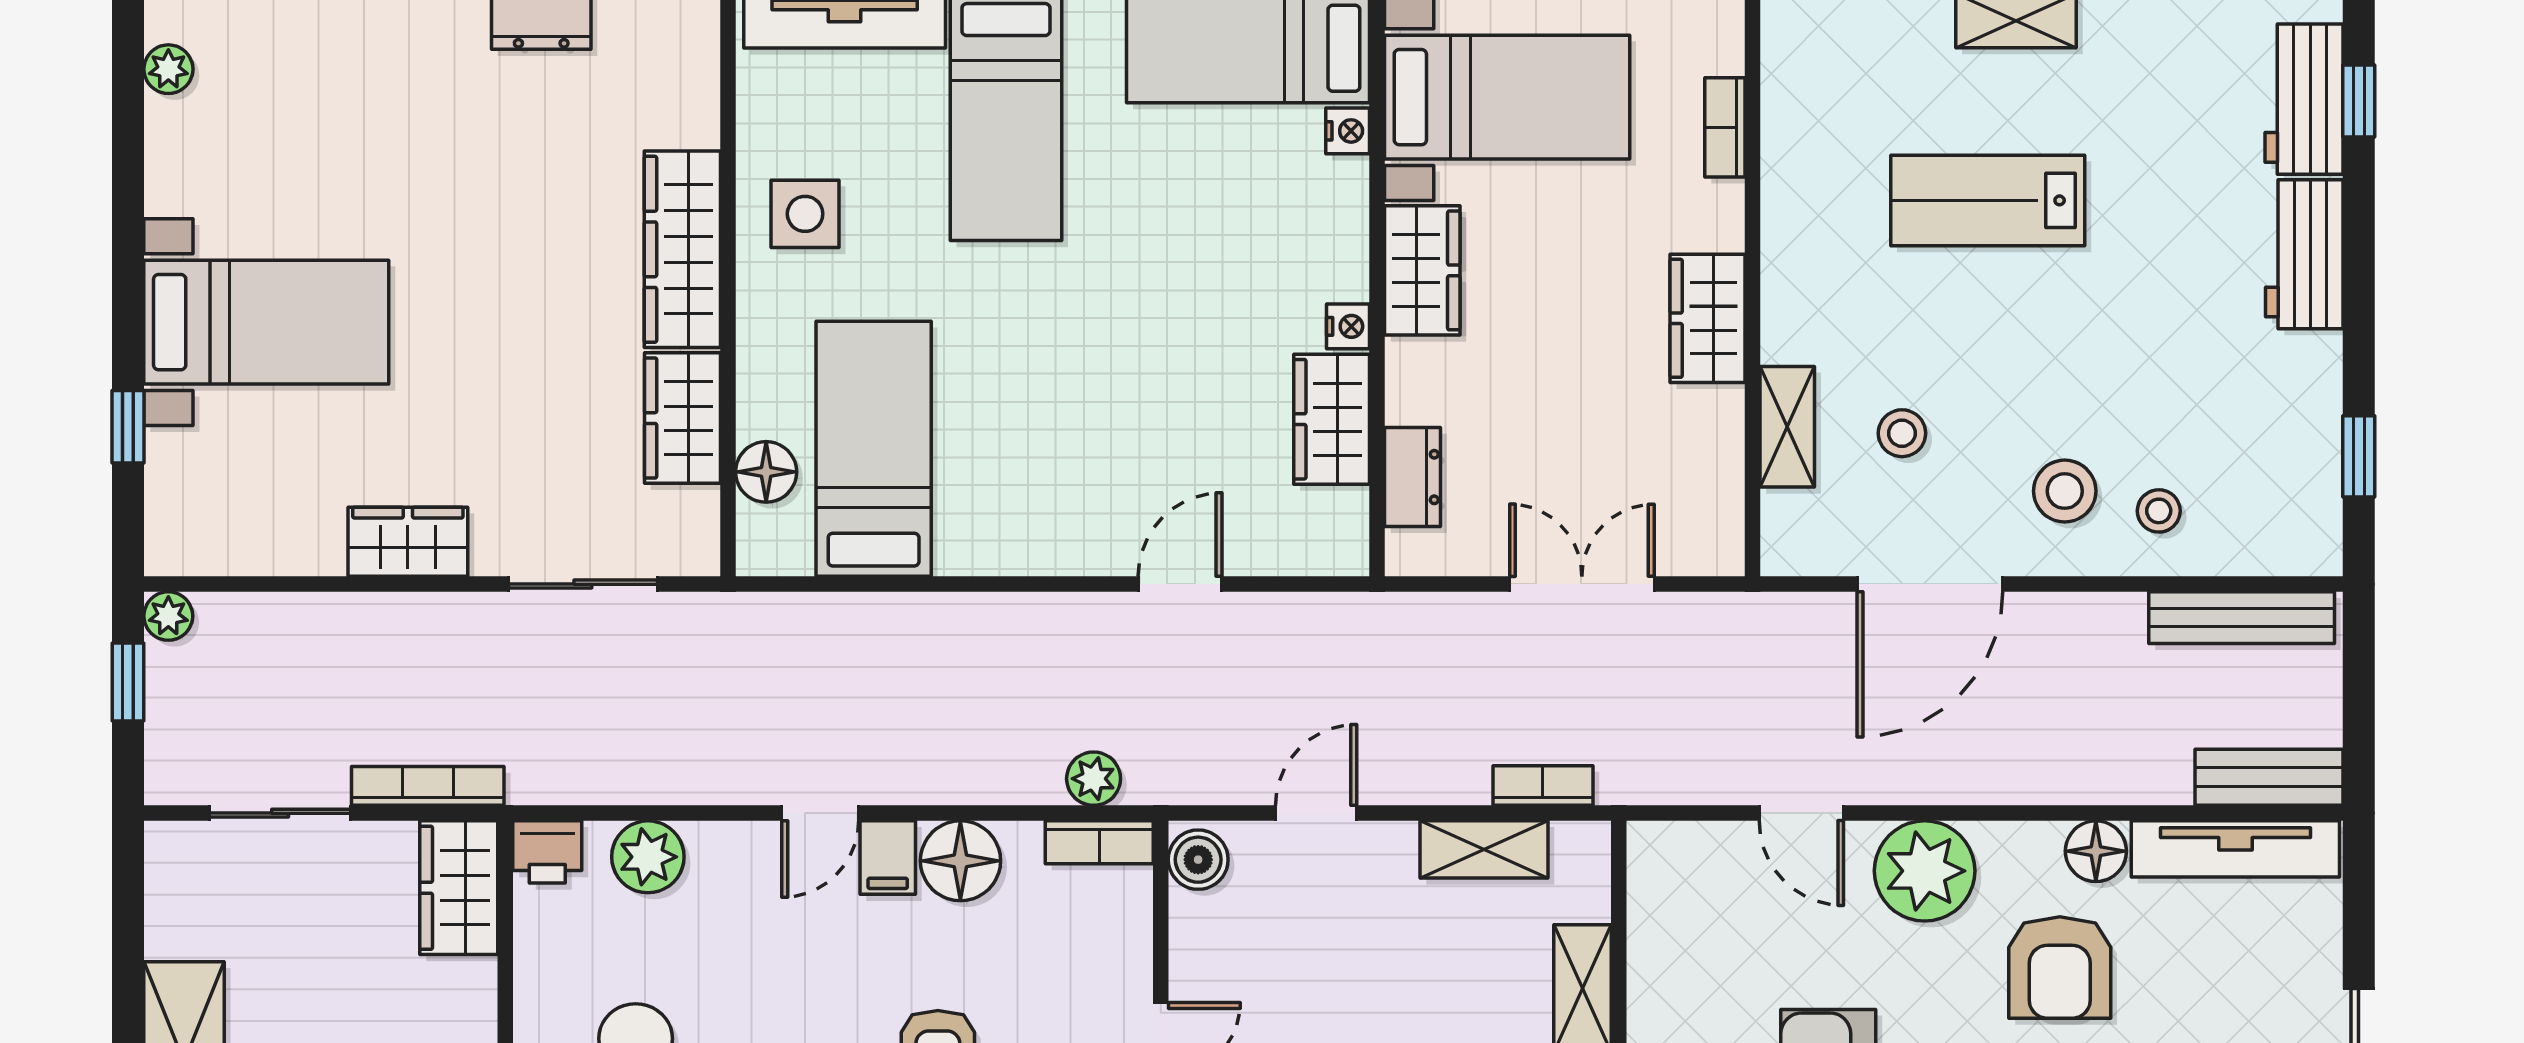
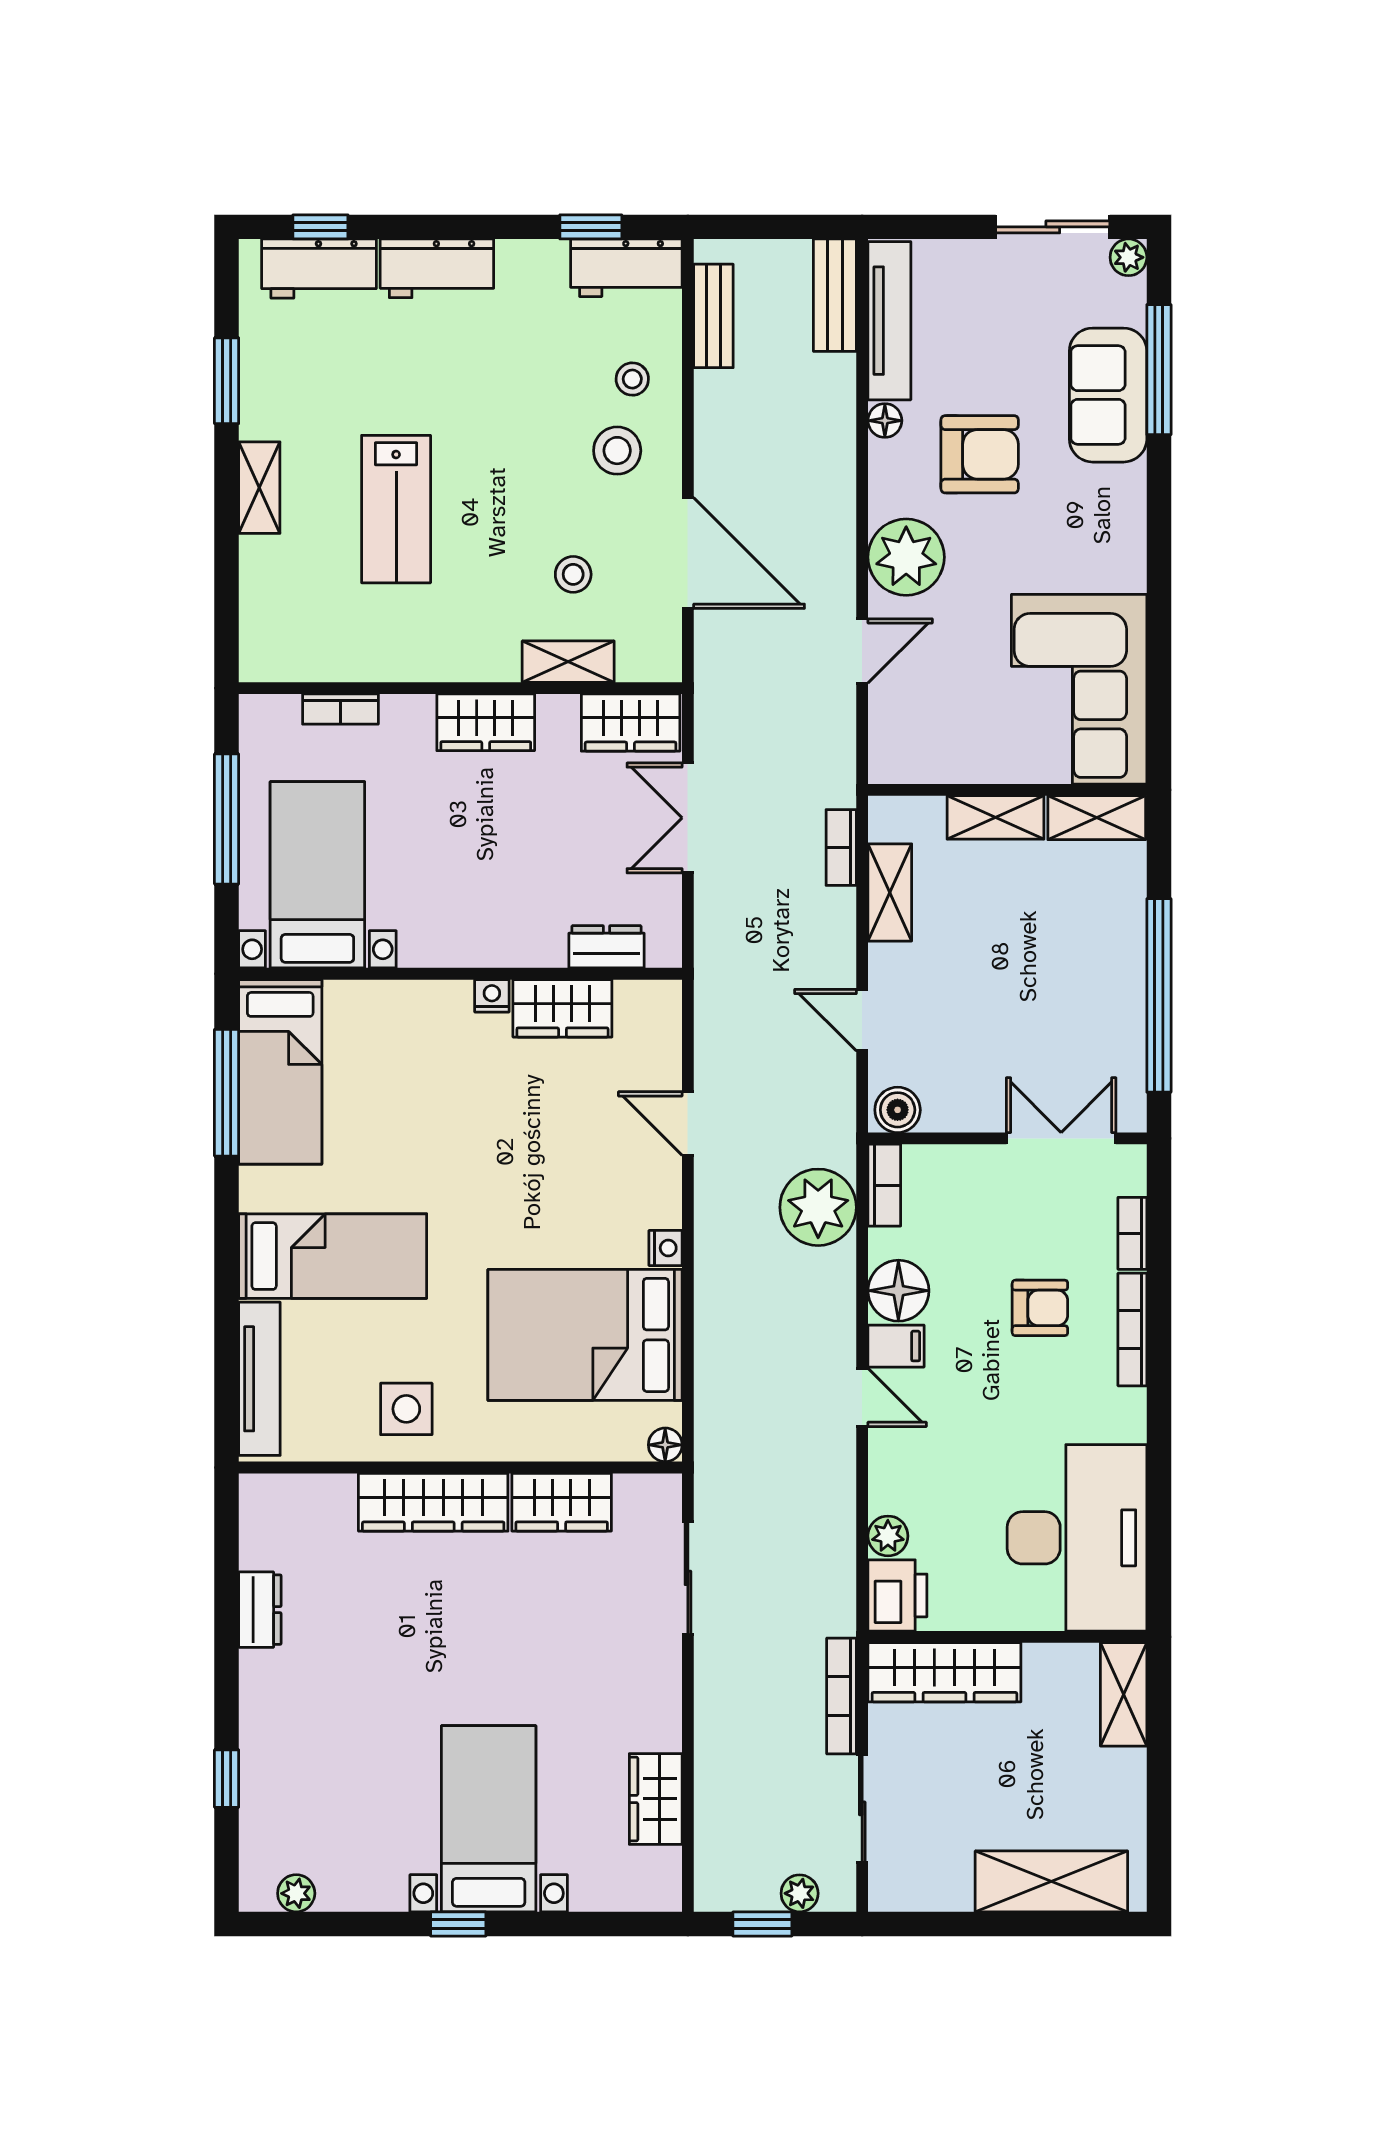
nightstand: (1348, 131) -> (666, 1248), moved, turned 90
wardrobe: (1422, 270) -> (631, 723), moved, turned 180
window: (128, 427) -> (458, 1924), moved
bed: (874, 449) -> (585, 1335), width x1.50
floor lamp: (766, 472) -> (665, 1445), moved, width x0.73, depth x0.73
workbench: (2305, 503) -> (626, 268), added
wardrobe: (408, 542) -> (656, 1799), moved
plant: (168, 616) -> (800, 1893), moved
bench: (2242, 618) -> (713, 316), width x0.73
plant: (1094, 779) -> (818, 1207), width x1.87, depth x1.87
floor lamp: (2096, 851) -> (885, 421), width x0.73, depth x0.73
printer: (547, 852) -> (897, 1595), width x1.36, depth x1.24
plant: (648, 857) -> (888, 1536), width x0.73, depth x0.73
wardrobe: (459, 888) -> (944, 1672), width x1.50

